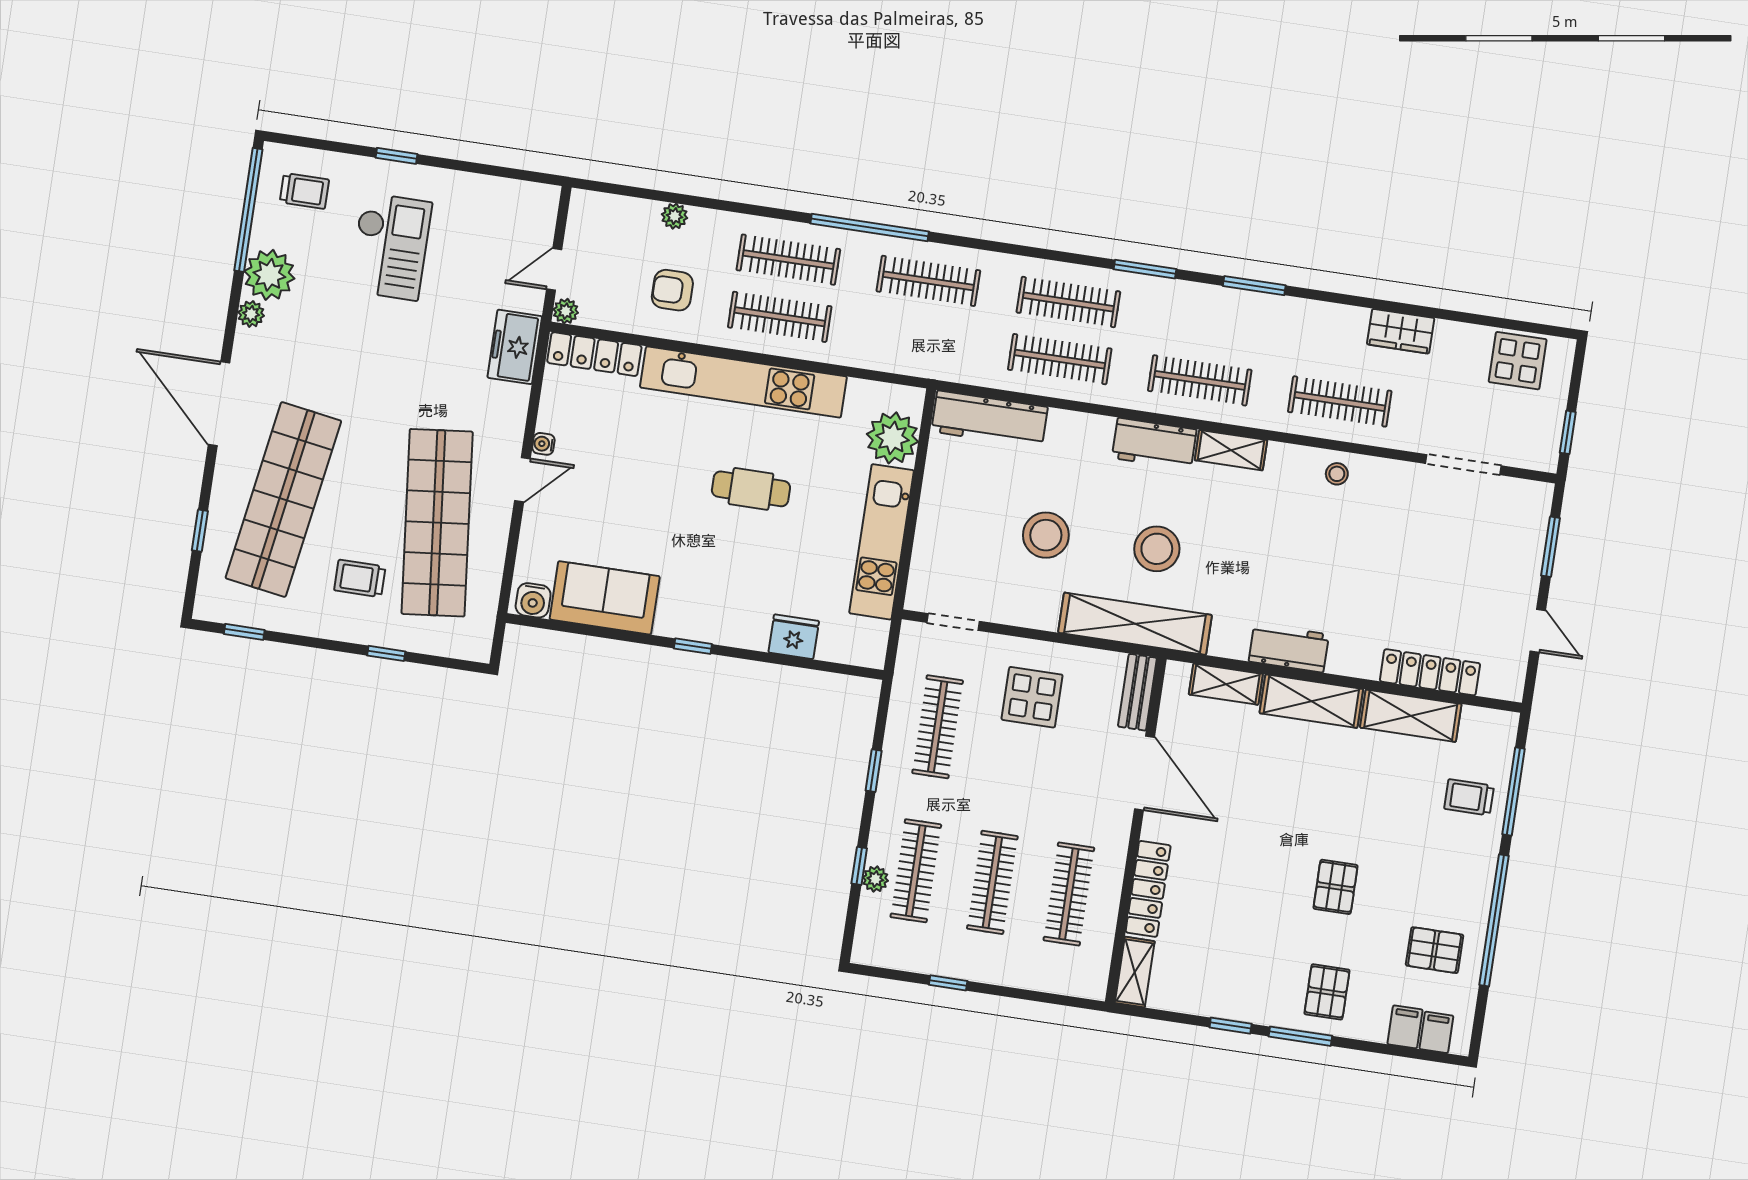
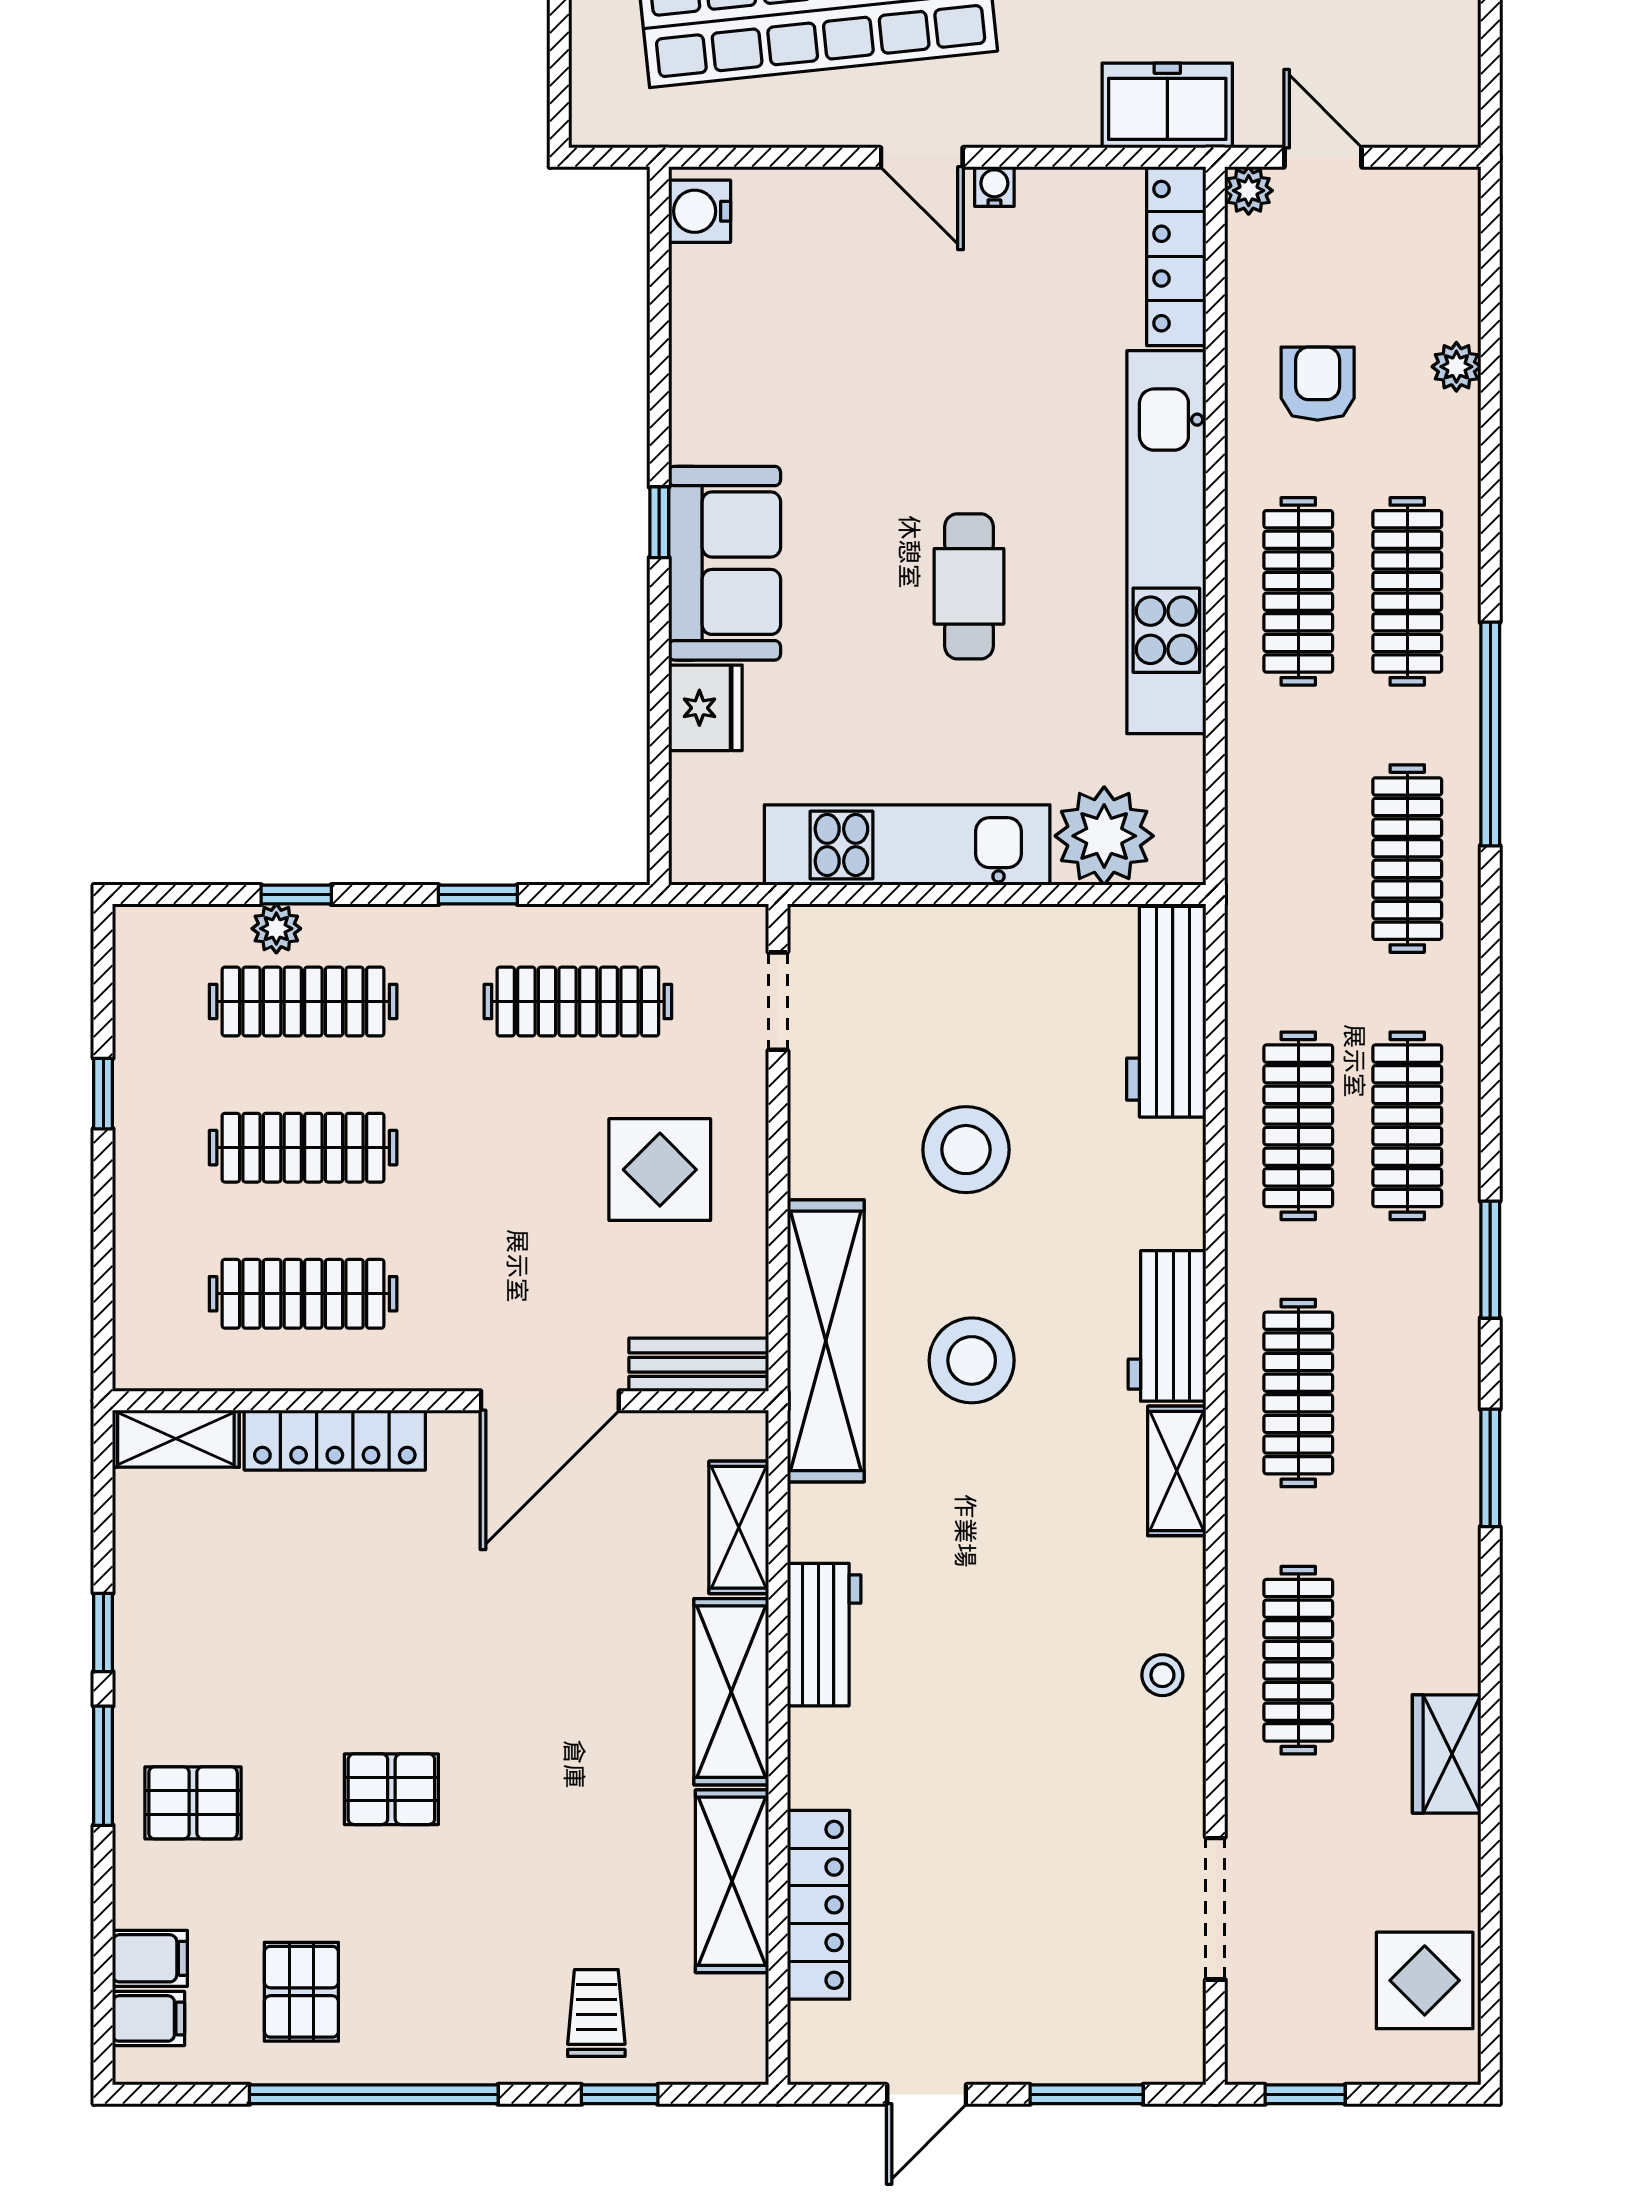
sofa: (605, 598) -> (725, 563), moved
window: (1513, 791) -> (620, 2094), width x0.46

